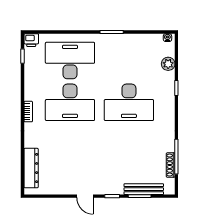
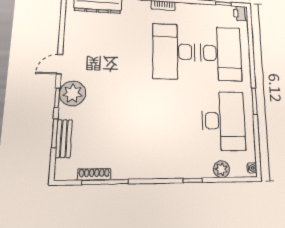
desk: (129, 102) -> (223, 121), moved, turned 180
plant: (108, 185) -> (73, 93), added
bench: (144, 189) -> (64, 139), width x0.73

